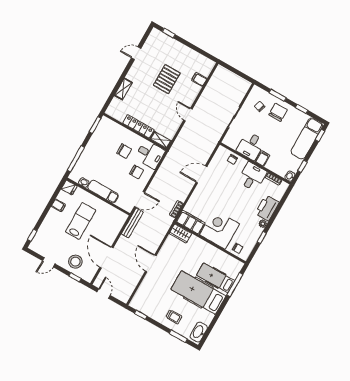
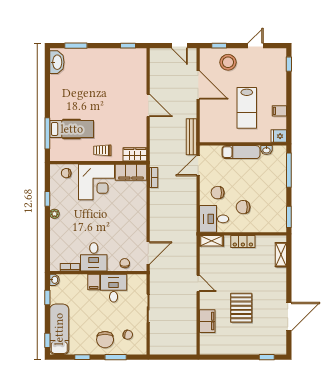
door: (136, 53) -> (289, 317), width x1.87
filing cabinet: (199, 79) -> (207, 321), width x2.00
shelving: (123, 89) -> (281, 255), moved
locker: (138, 126) -> (243, 241), width x0.66
door: (201, 174) -> (148, 253), moved
printer: (267, 208) -> (59, 233), removed
hospital bed: (198, 293) -> (81, 103), removed
trolley: (174, 317) -> (102, 150), moved

